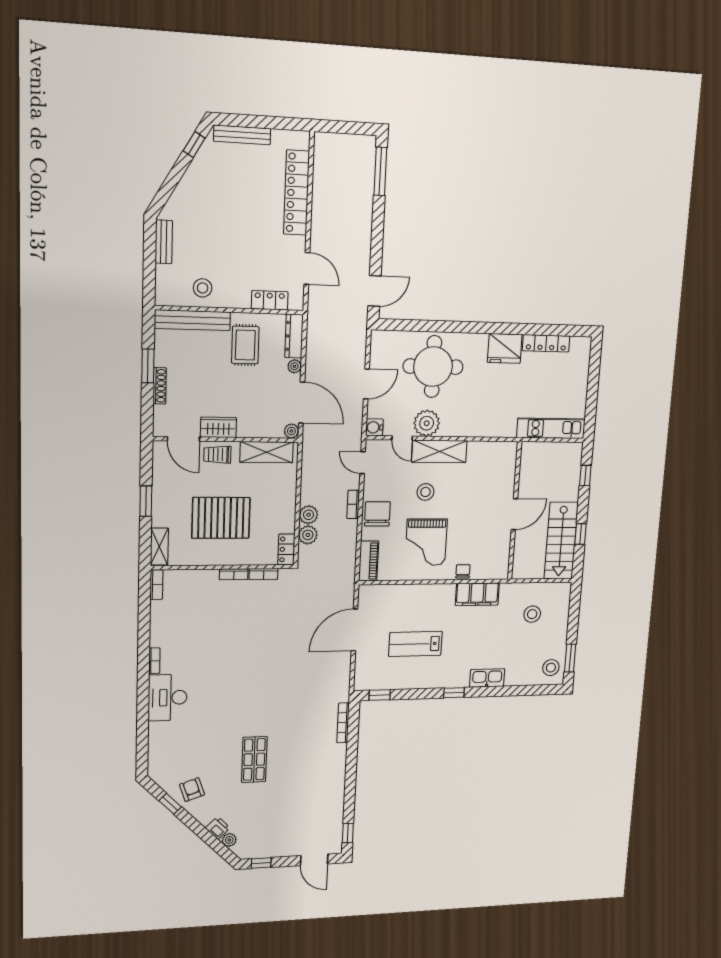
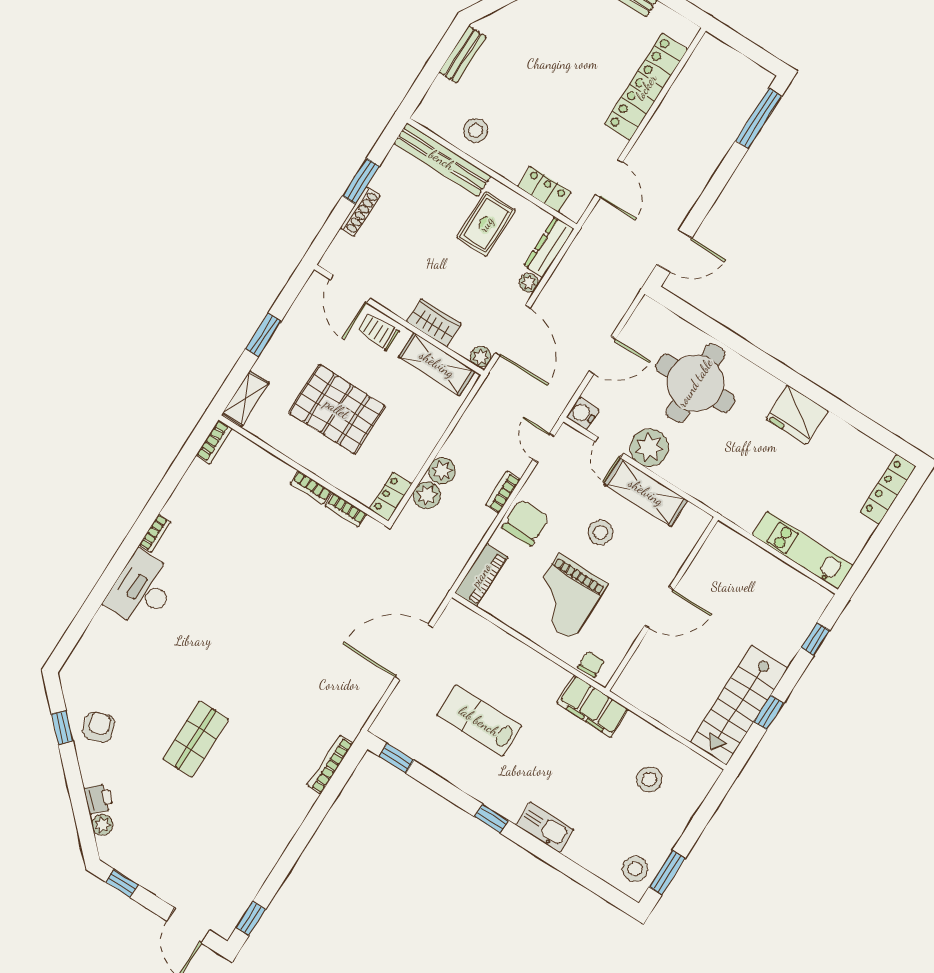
locker: (546, 343) -> (888, 489), moved, turned 90
wardrobe: (218, 427) -> (434, 323), moved
wall: (515, 511) -> (662, 604), moved
door: (514, 514) -> (659, 608), moved

